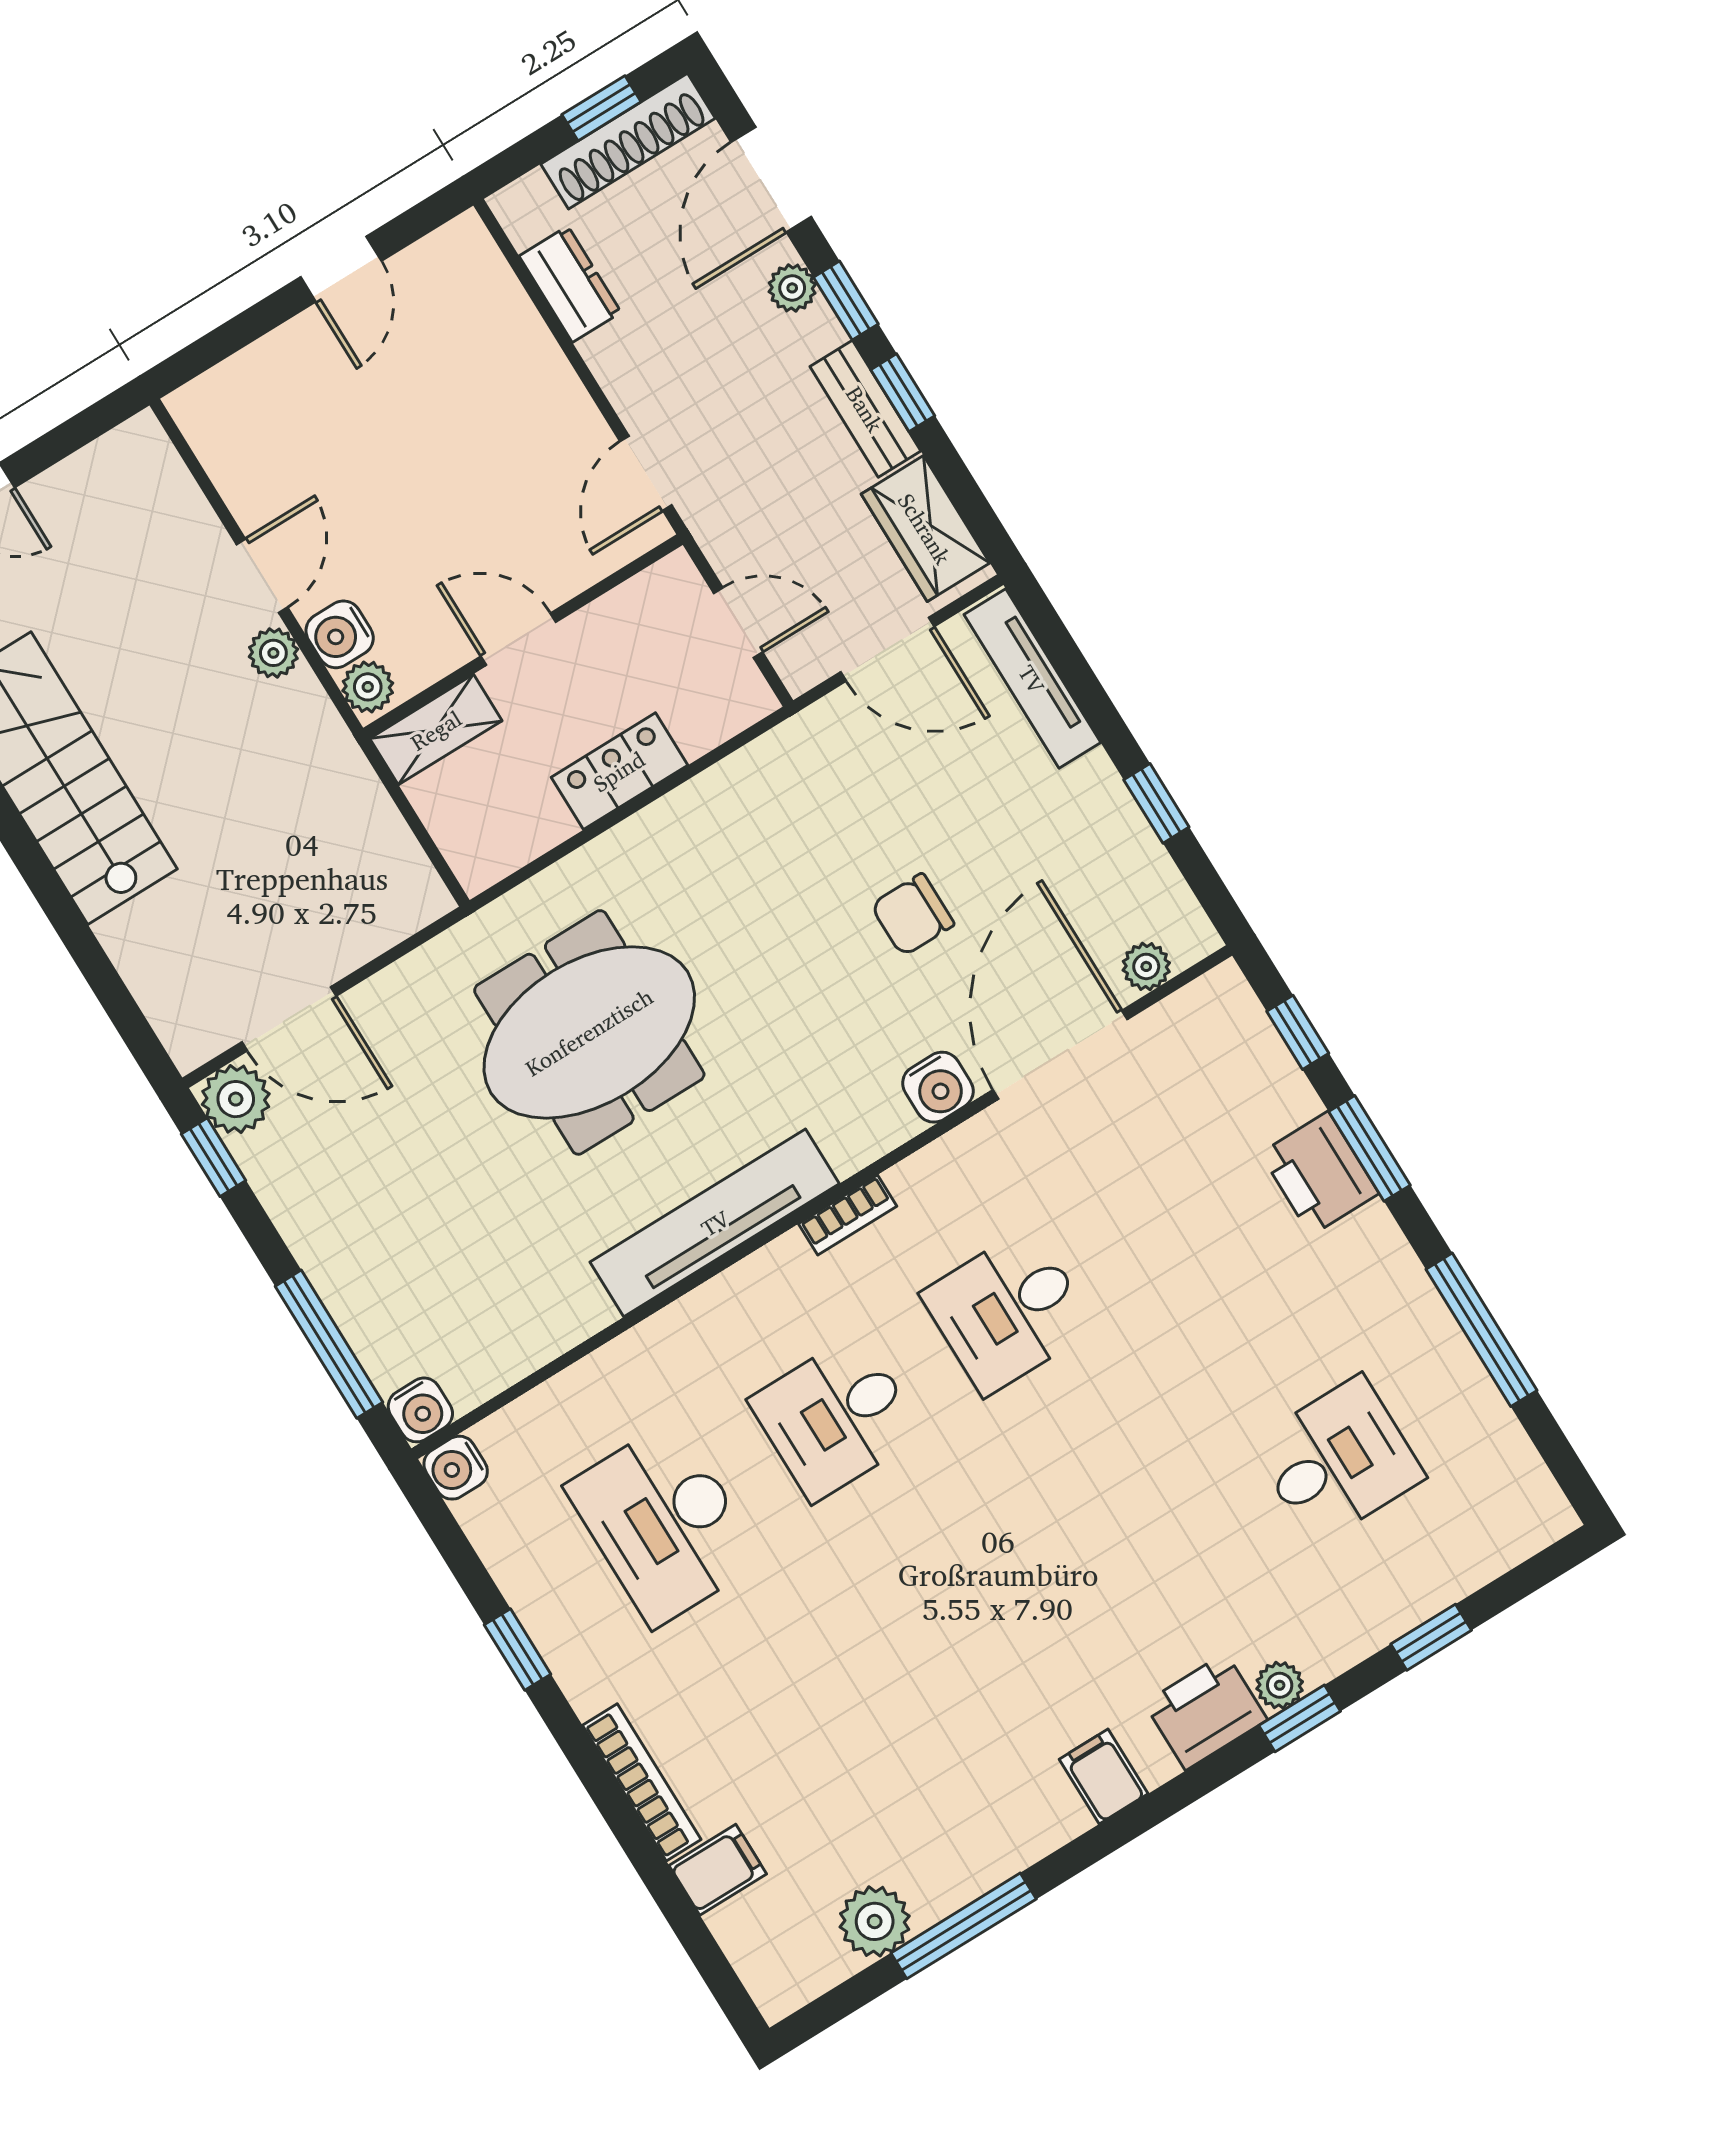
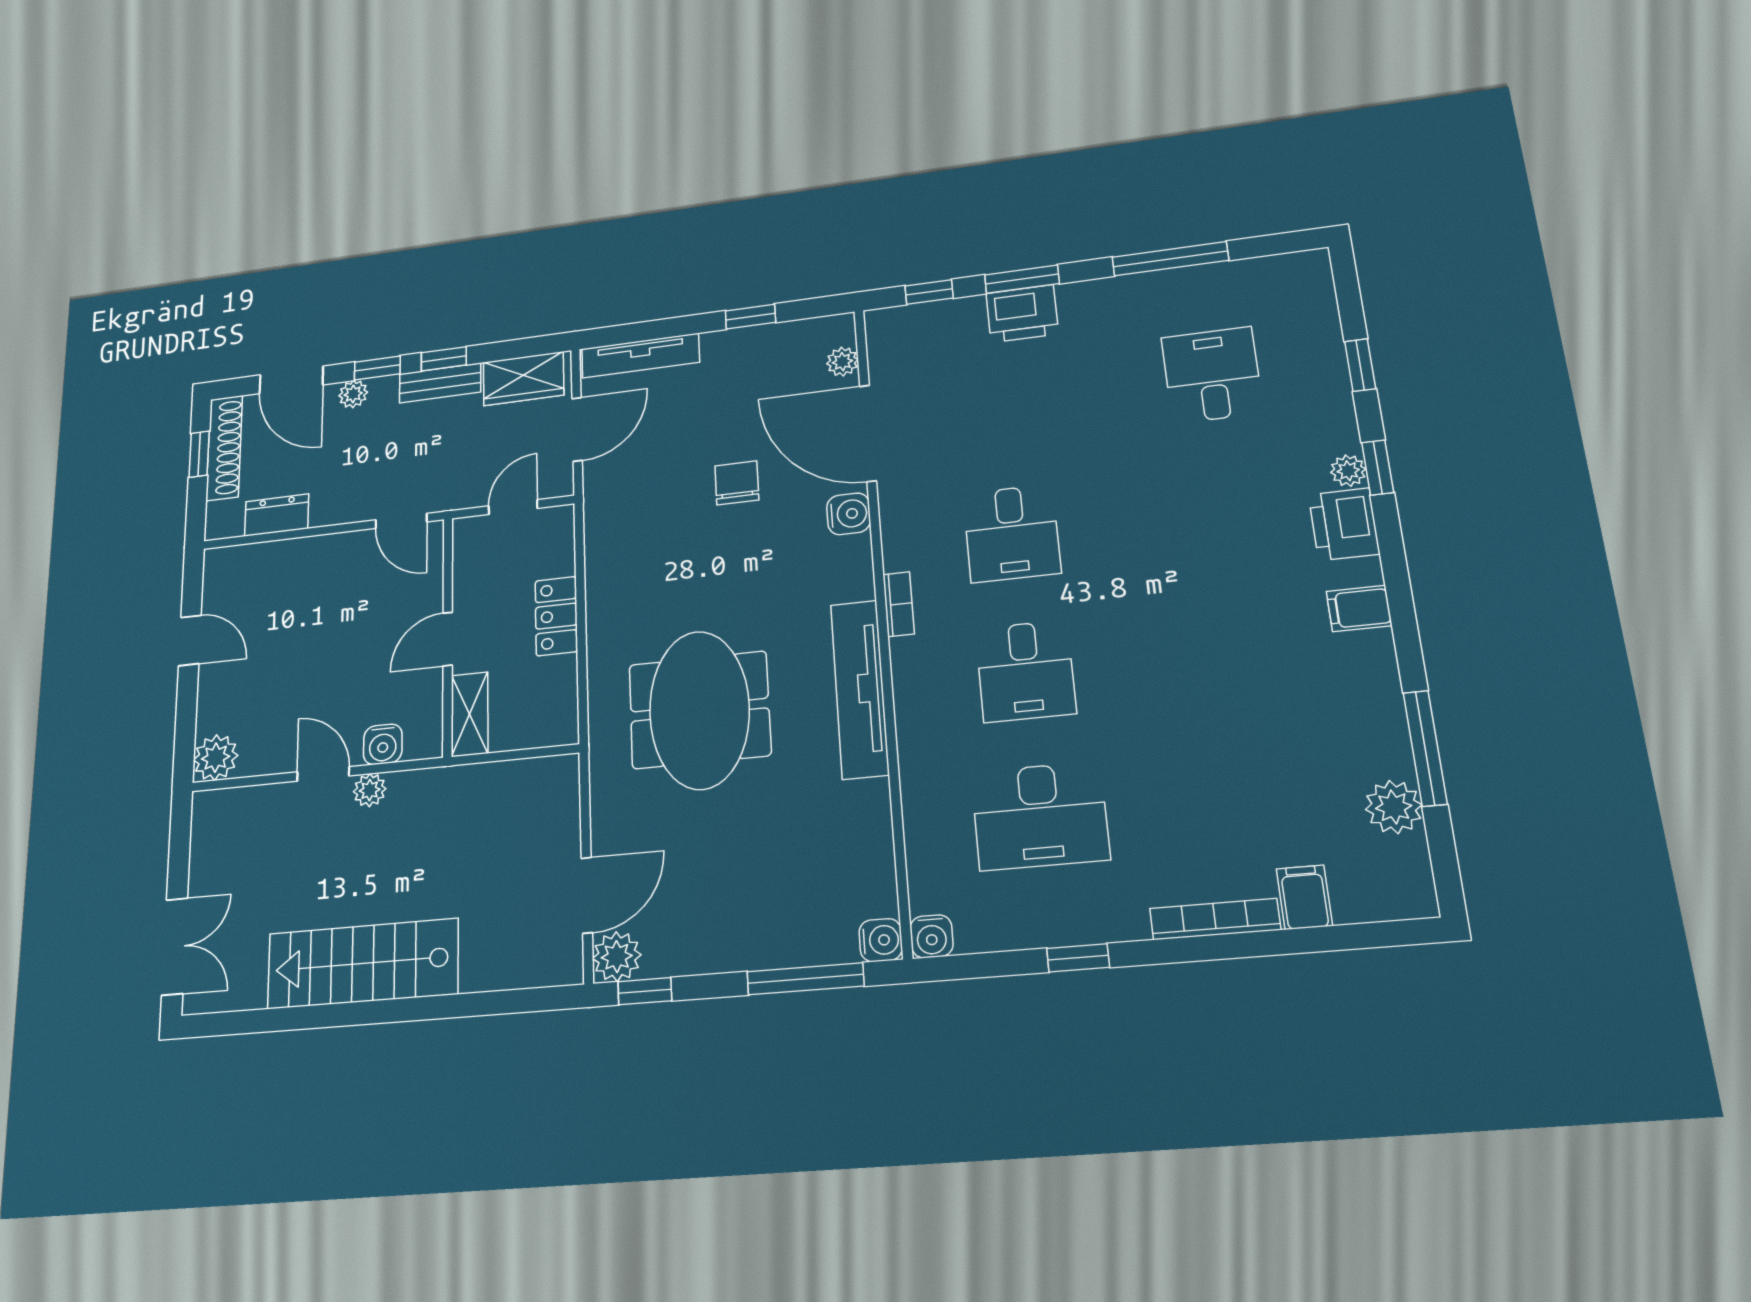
plant: (368, 687) -> (216, 758), moved, width x1.38, depth x1.38
chair: (912, 915) -> (737, 483), turned 180

